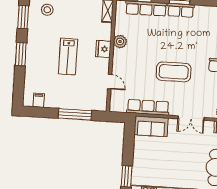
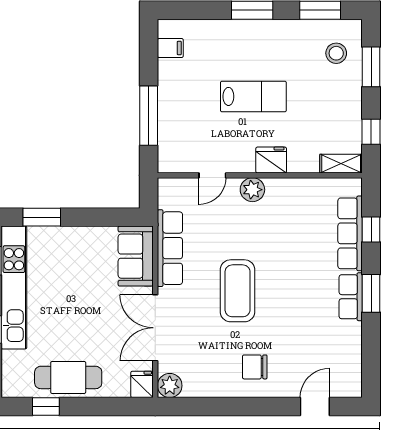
plant: (120, 42) -> (252, 190), moved
lab bench: (68, 57) -> (253, 96), turned 180
double door: (191, 118) -> (155, 328), width x1.37

